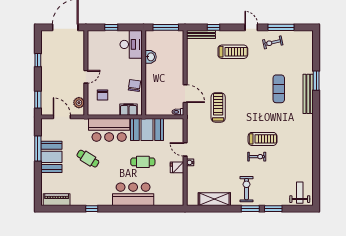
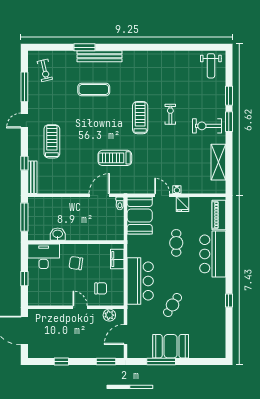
exercise bike: (273, 42) -> (45, 70), moved
chair: (134, 85) -> (76, 263), moved
booth: (147, 129) -> (140, 216), moved
treadmill: (263, 139) -> (140, 118), moved
door: (185, 149) -> (162, 195), swing flipped
weight bench: (300, 193) -> (211, 66), turned -90
piano: (57, 200) -> (219, 215), moved

